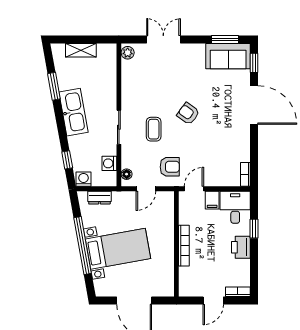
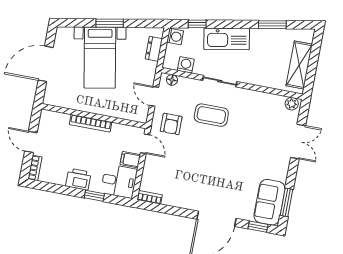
shelving: (81, 50) -> (299, 65), width x1.50, depth x1.33
kitchen sink: (73, 112) -> (227, 39), moved
armchair: (188, 114) -> (220, 152), removed
coffee table: (154, 129) -> (211, 115), width x1.36, depth x1.30
window: (83, 246) -> (110, 23), width x0.47

